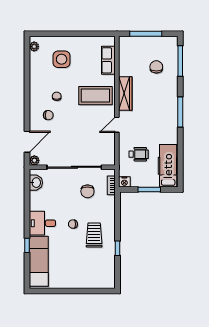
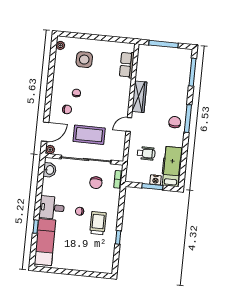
chair: (156, 67) -> (175, 122), moved
coffee table: (95, 96) -> (89, 135), moved
nightstand: (124, 182) -> (156, 180), moved

